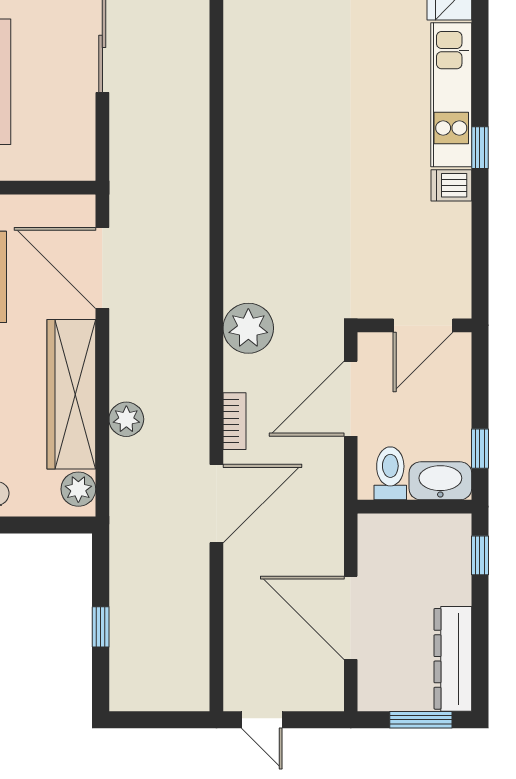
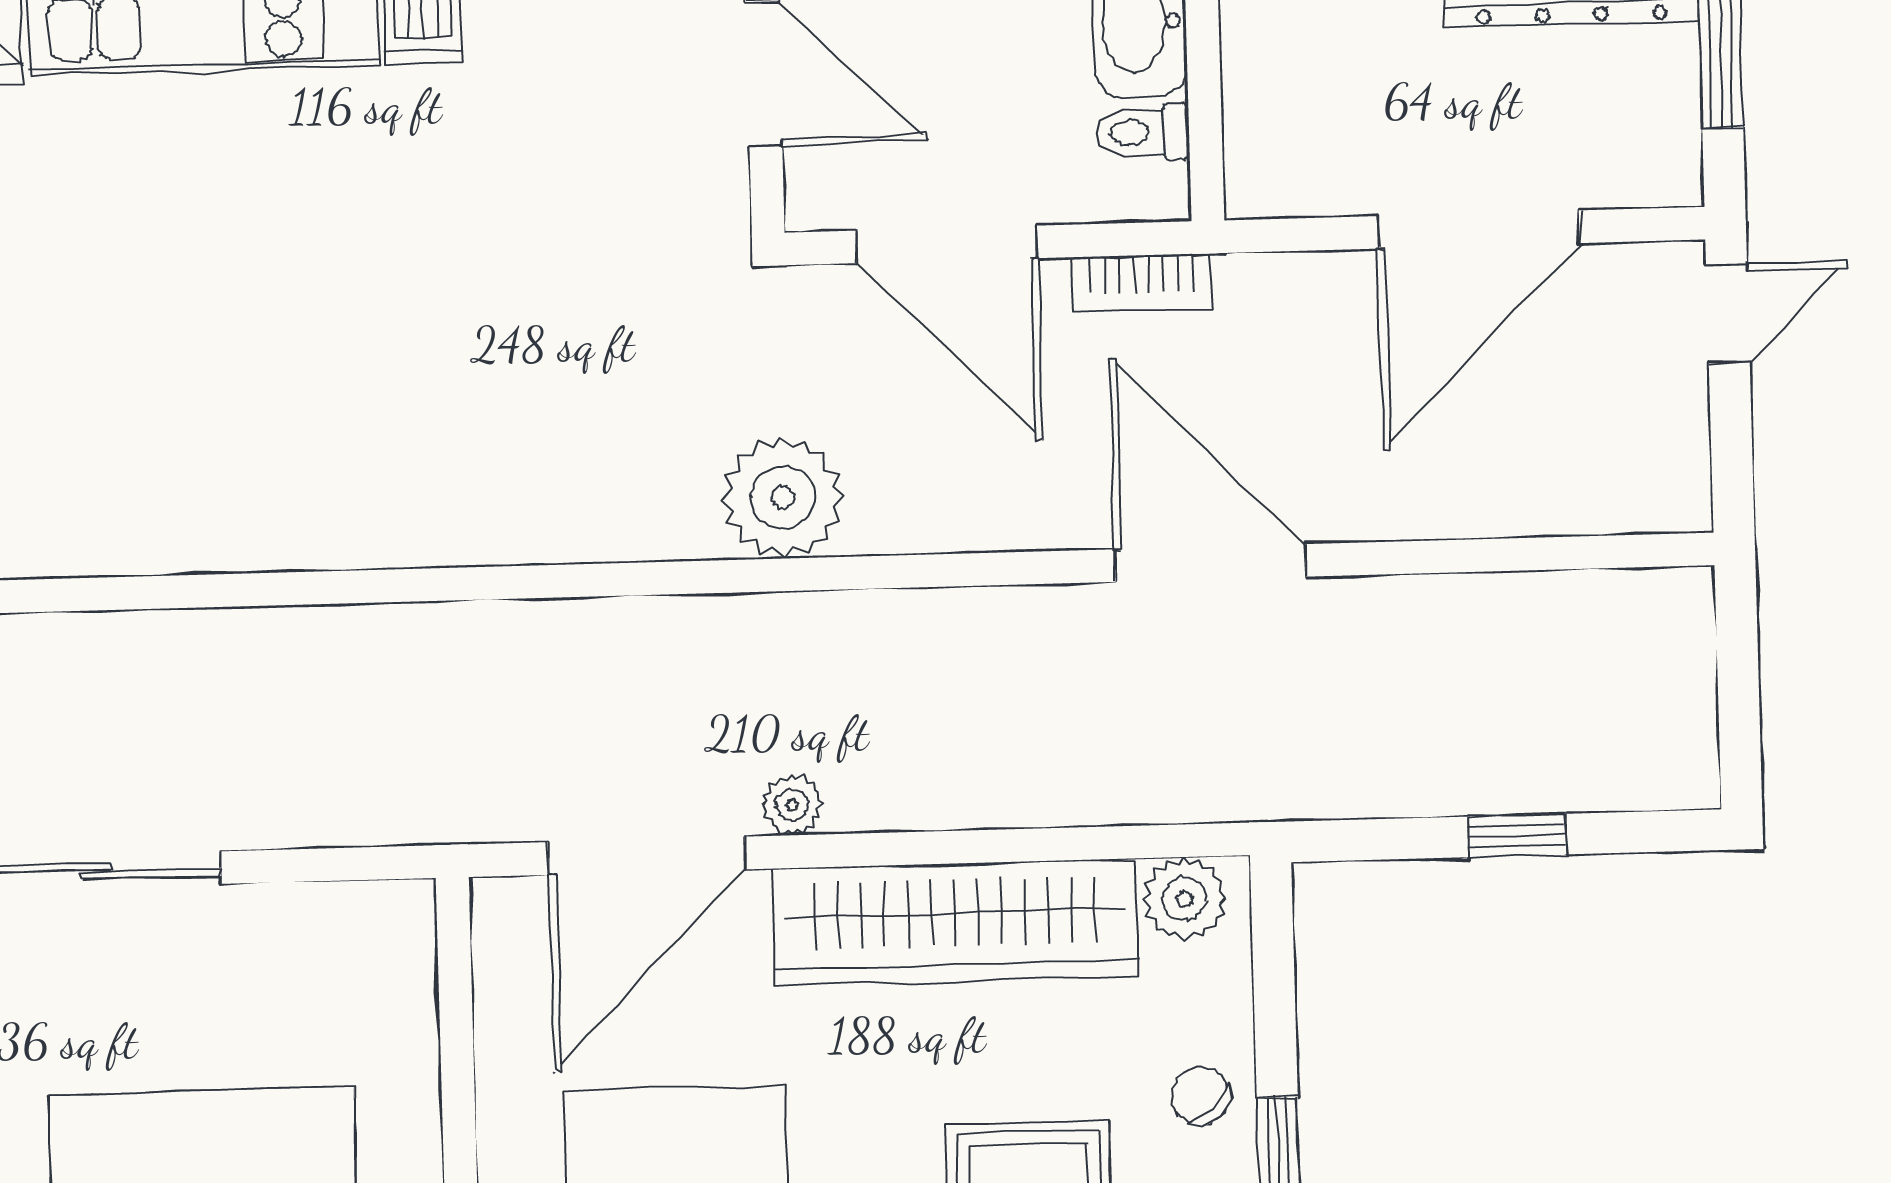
plant: (126, 419) -> (792, 805), moved, width x0.73, depth x0.73
bookcase: (235, 421) -> (1141, 283), moved, turned 180
toilet: (390, 473) -> (1143, 132), width x0.73, depth x0.72
door: (262, 720) -> (1728, 313), moved

